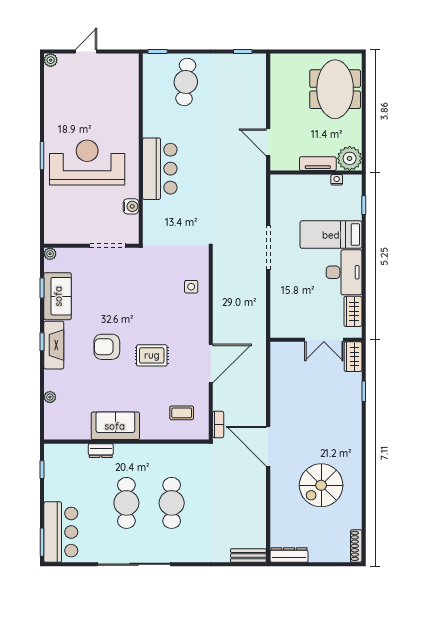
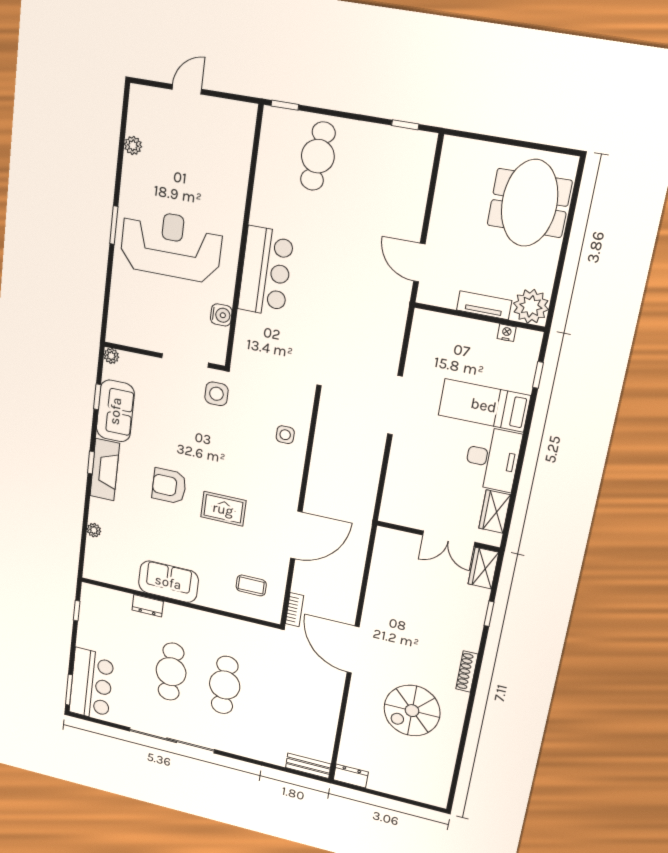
plant: (51, 60) -> (133, 145), moved
side table: (135, 266) -> (216, 394), added
shoe rack: (356, 546) -> (467, 672), moved
dresser: (289, 555) -> (351, 776), width x0.70

